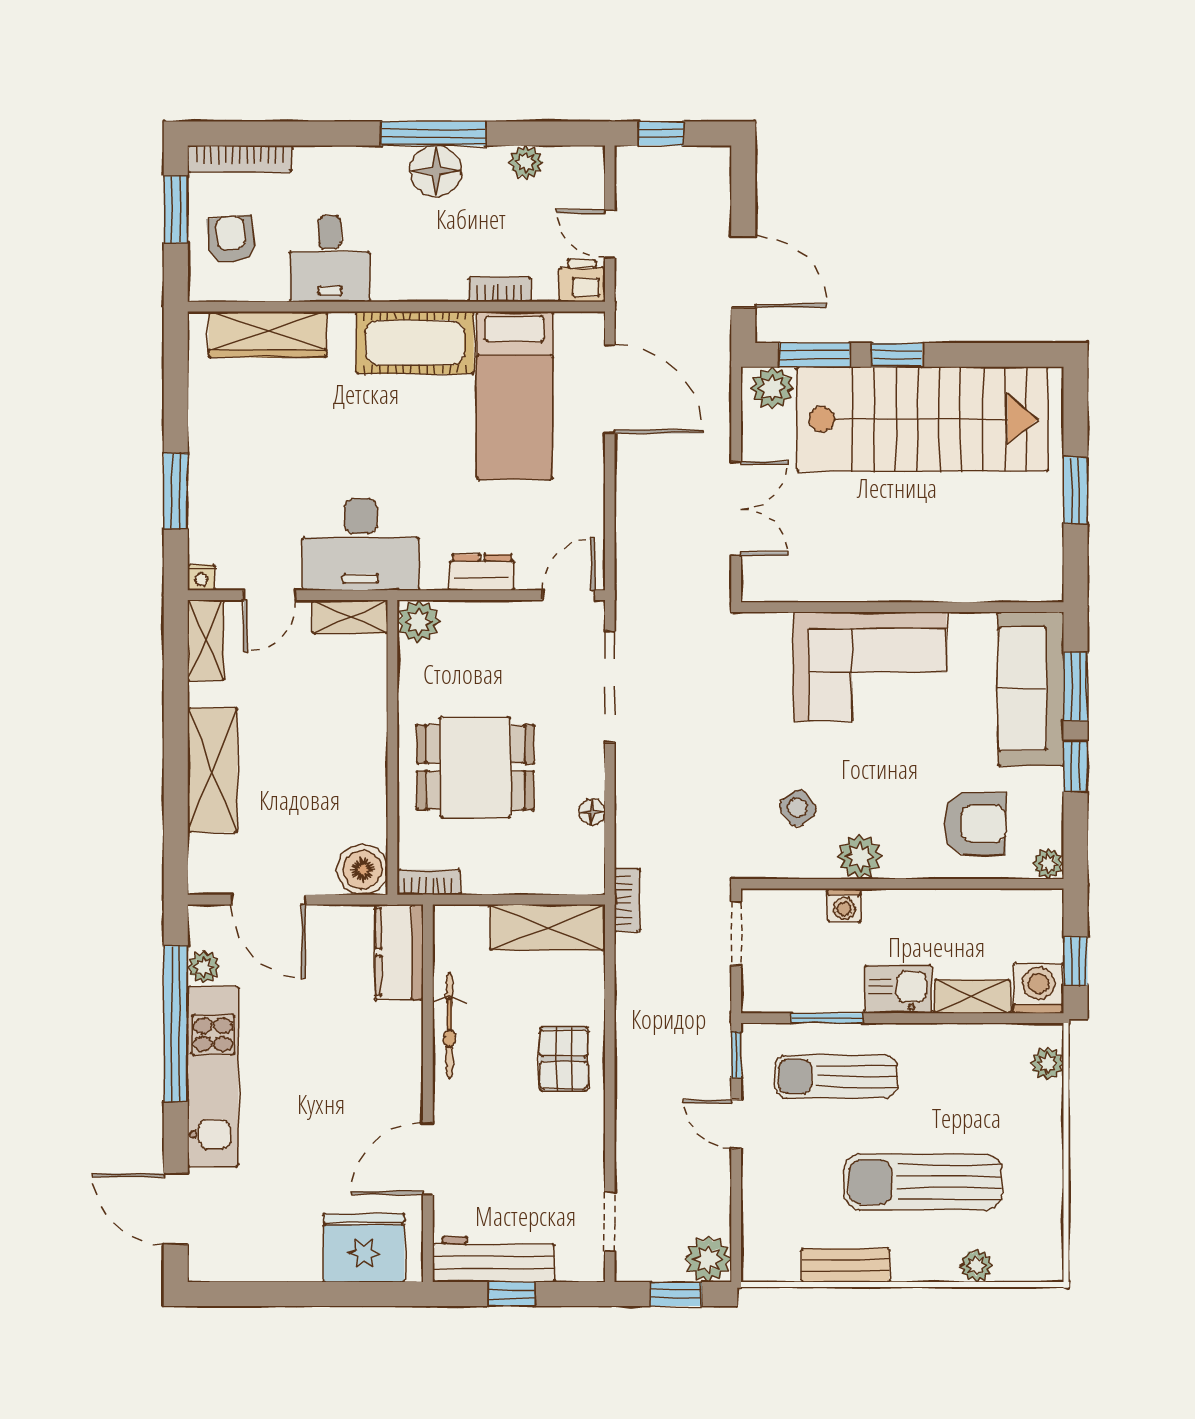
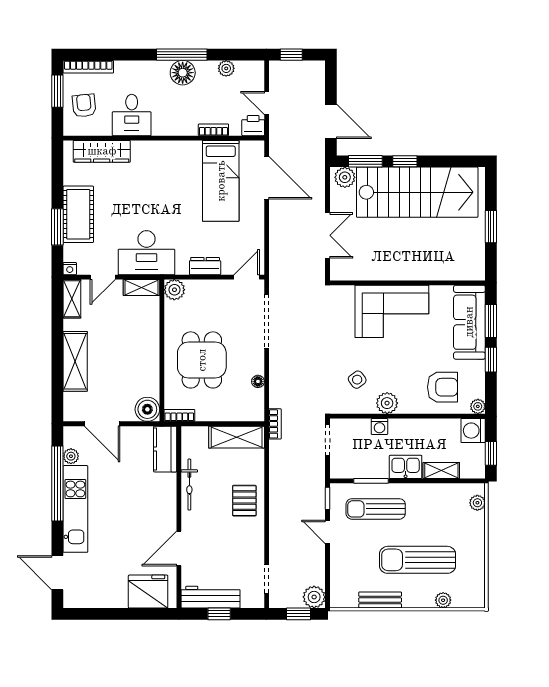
cot: (415, 343) -> (78, 214), moved, turned 90
dining table: (475, 767) -> (202, 360), turned 90
washing machine: (1038, 988) -> (473, 431), moved, turned -90

